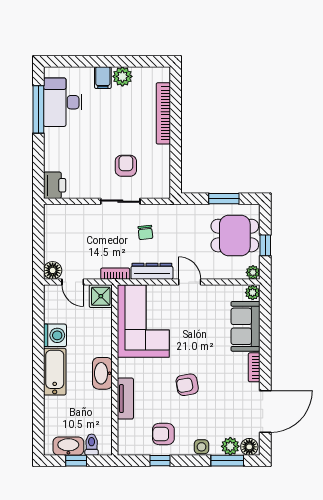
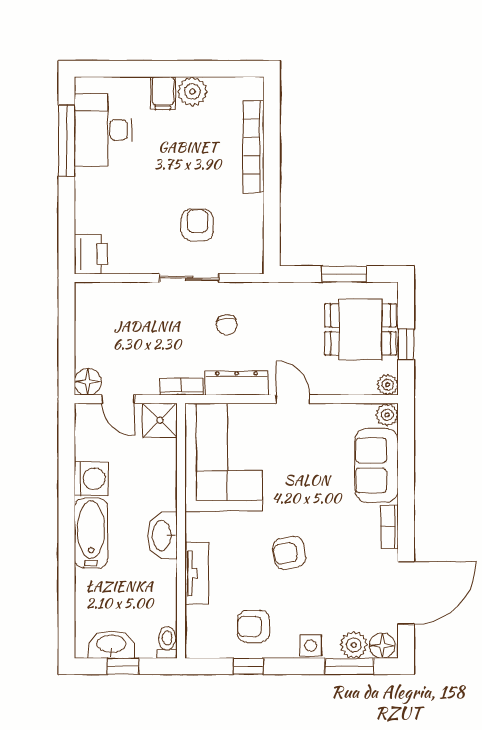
toilet: (92, 445) -> (167, 642), moved

